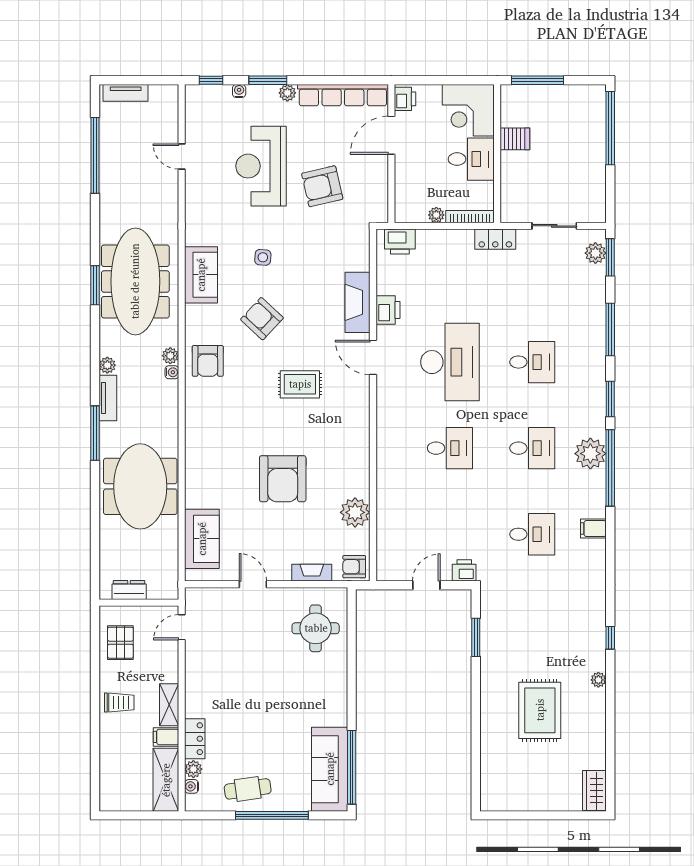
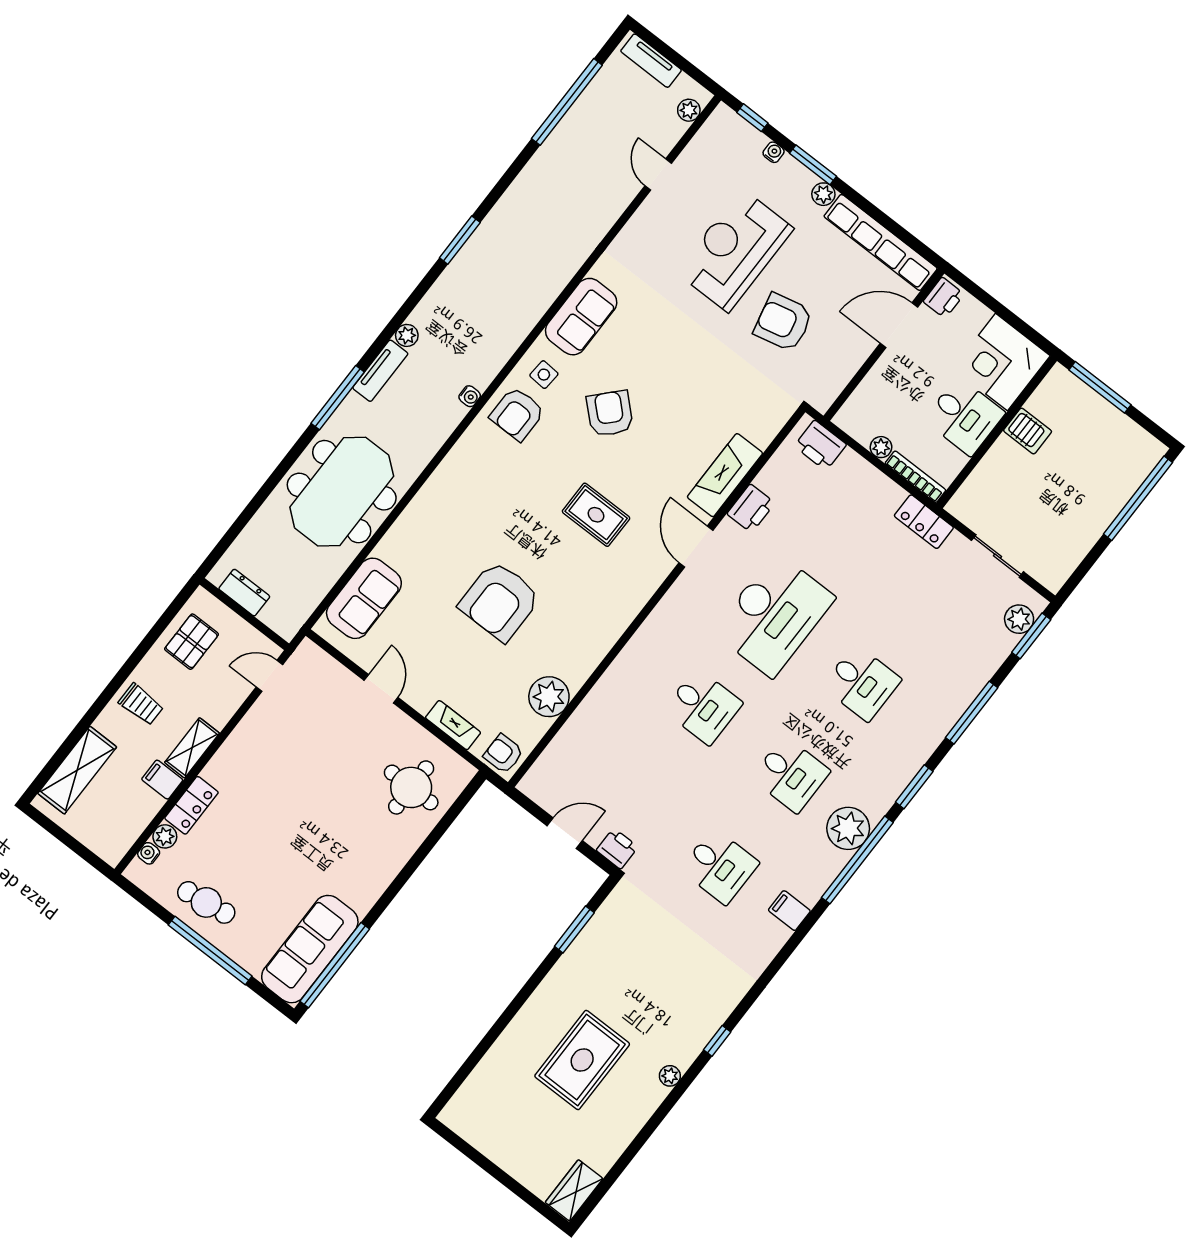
side table: (263, 257) -> (544, 375), moved
meeting table: (135, 281) -> (506, 269), removed
plant: (170, 356) -> (689, 110), moved
shelving: (166, 780) -> (77, 770), moved

